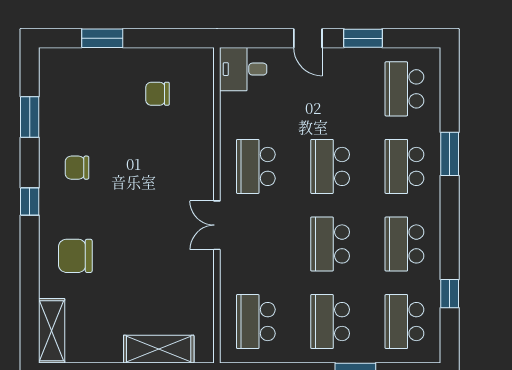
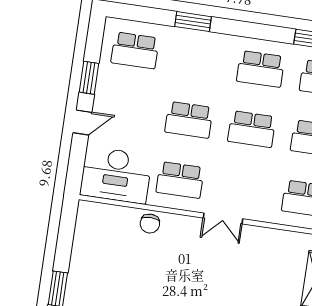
desk: (243, 69) -> (116, 175), width x1.87, depth x1.30
chair: (158, 94) -> (150, 224), moved
school desk: (404, 166) -> (198, 60), removed

